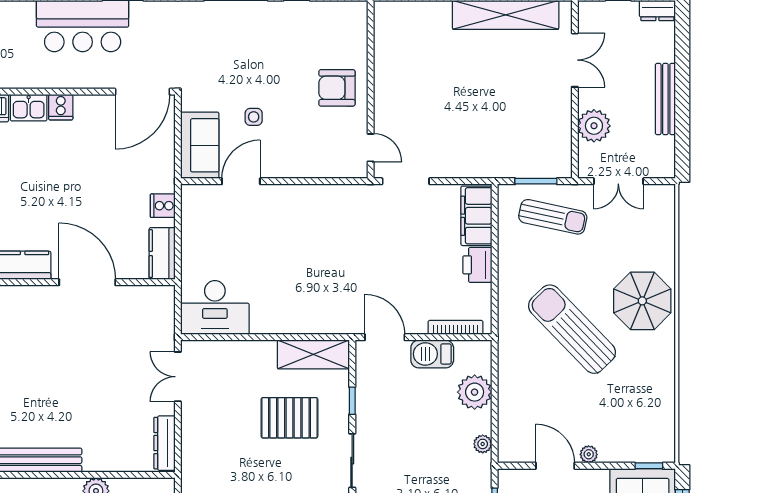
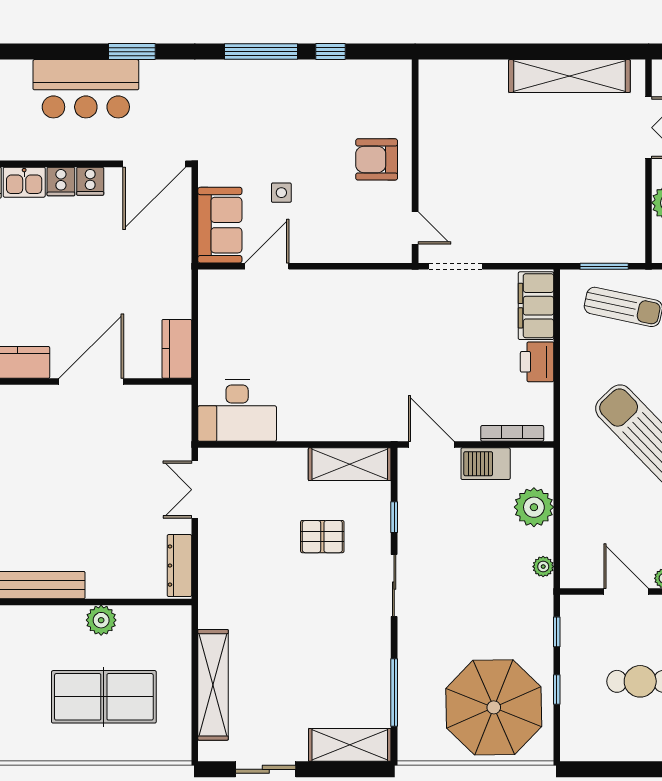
cooker: (163, 206) -> (90, 181), moved, turned -90
door: (87, 282) -> (91, 382), hinge flipped
pallet: (289, 418) -> (322, 537), width x0.67, depth x0.71

